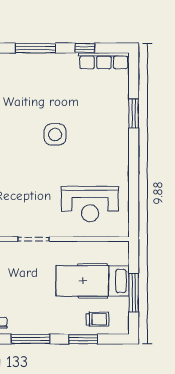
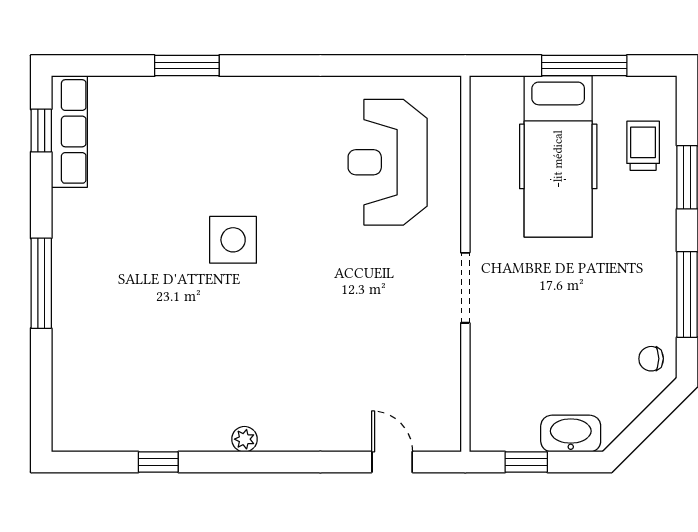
window: (85, 48) -> (41, 131), moved
reception desk: (90, 204) -> (388, 162), turned 180

